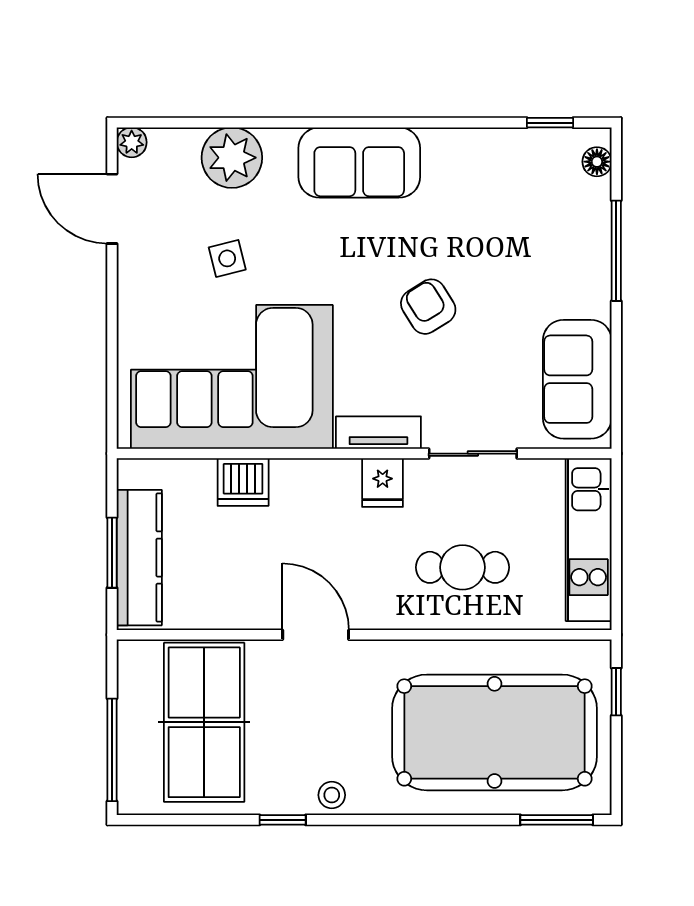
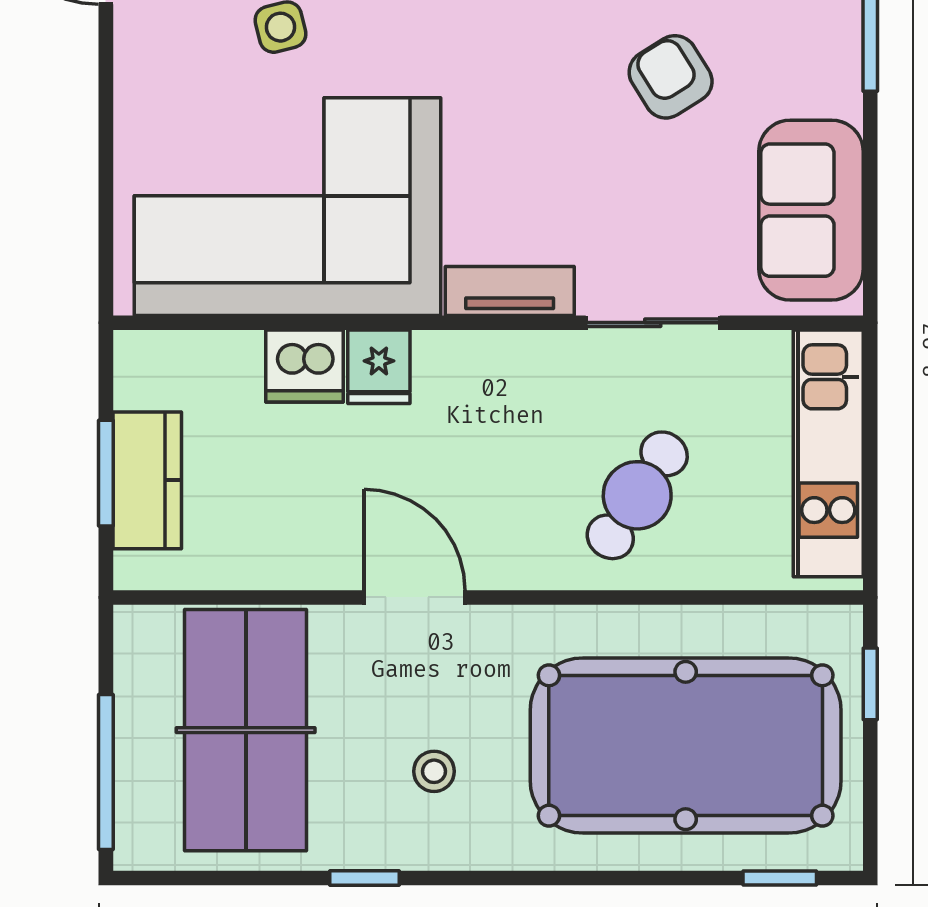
armchair: (428, 307) -> (671, 77), moved
fridge: (383, 483) -> (379, 367), moved
kitchen counter: (139, 558) -> (147, 480), width x0.67
cafe table: (463, 567) -> (637, 495), turned -57
stool: (332, 795) -> (434, 771), moved
window: (557, 820) -> (780, 878), width x0.67

